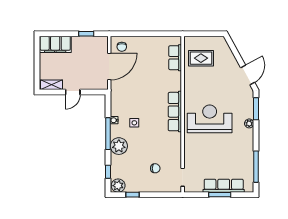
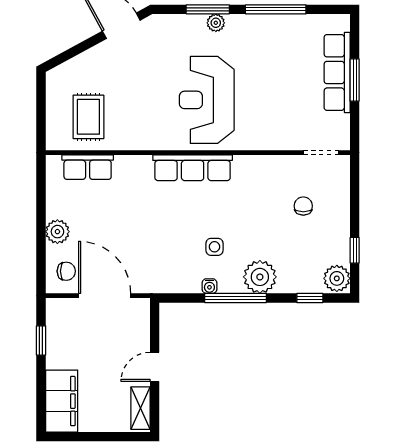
plant: (142, 42) -> (57, 232), added
door: (73, 92) -> (155, 367), swing flipped
window: (256, 109) -> (208, 9), moved
window: (256, 167) -> (276, 9), moved

